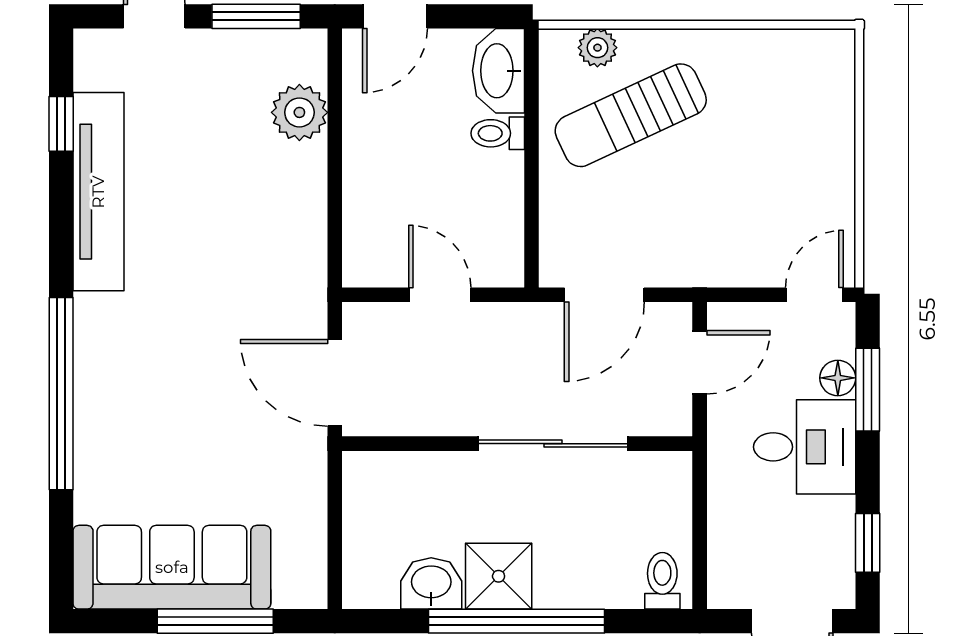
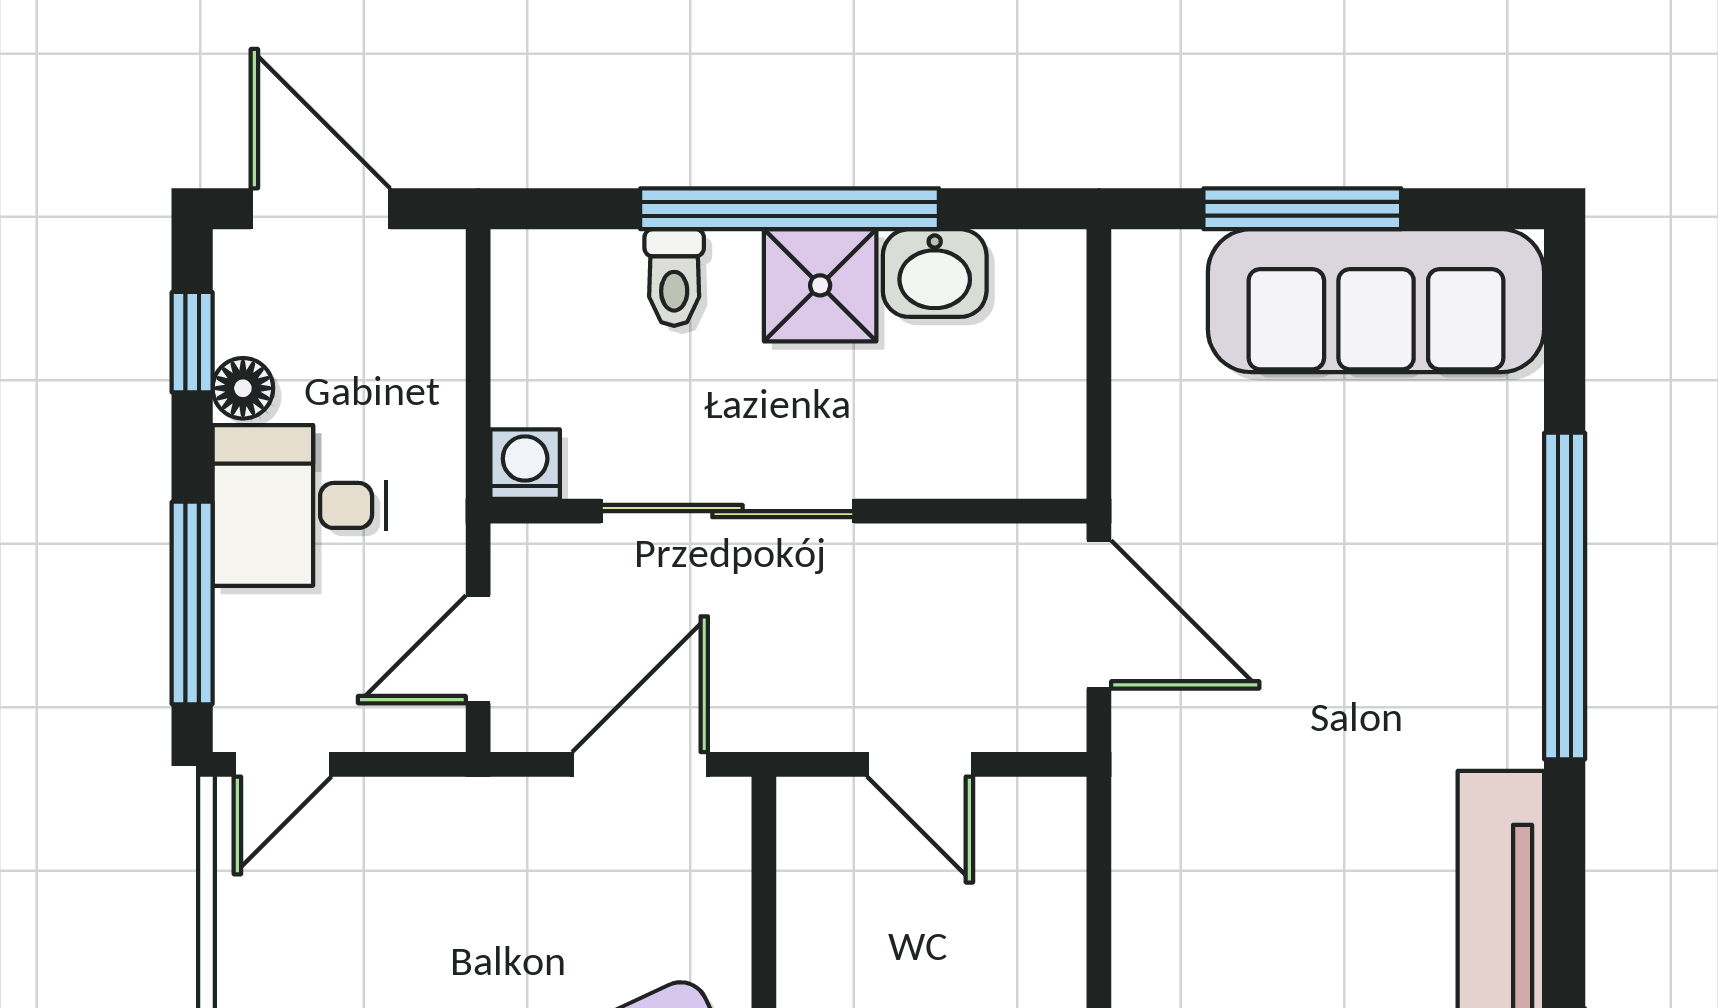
floor lamp: (838, 378) -> (243, 388), moved
window: (868, 390) -> (192, 603), width x1.44
washing machine: (672, 471) -> (525, 464), added
toilet: (662, 581) -> (674, 278), moved

